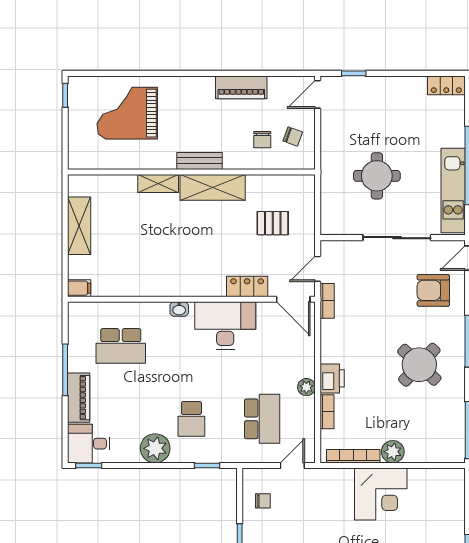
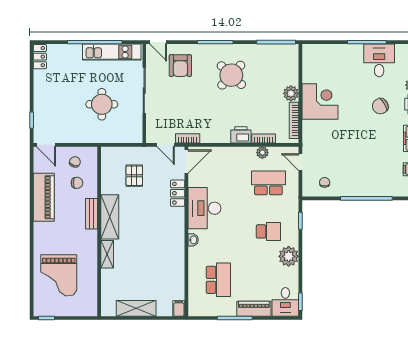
piano: (241, 87) -> (44, 197), width x1.37, depth x1.33
bench: (199, 161) -> (92, 214), moved
plant: (306, 387) -> (262, 153), moved

